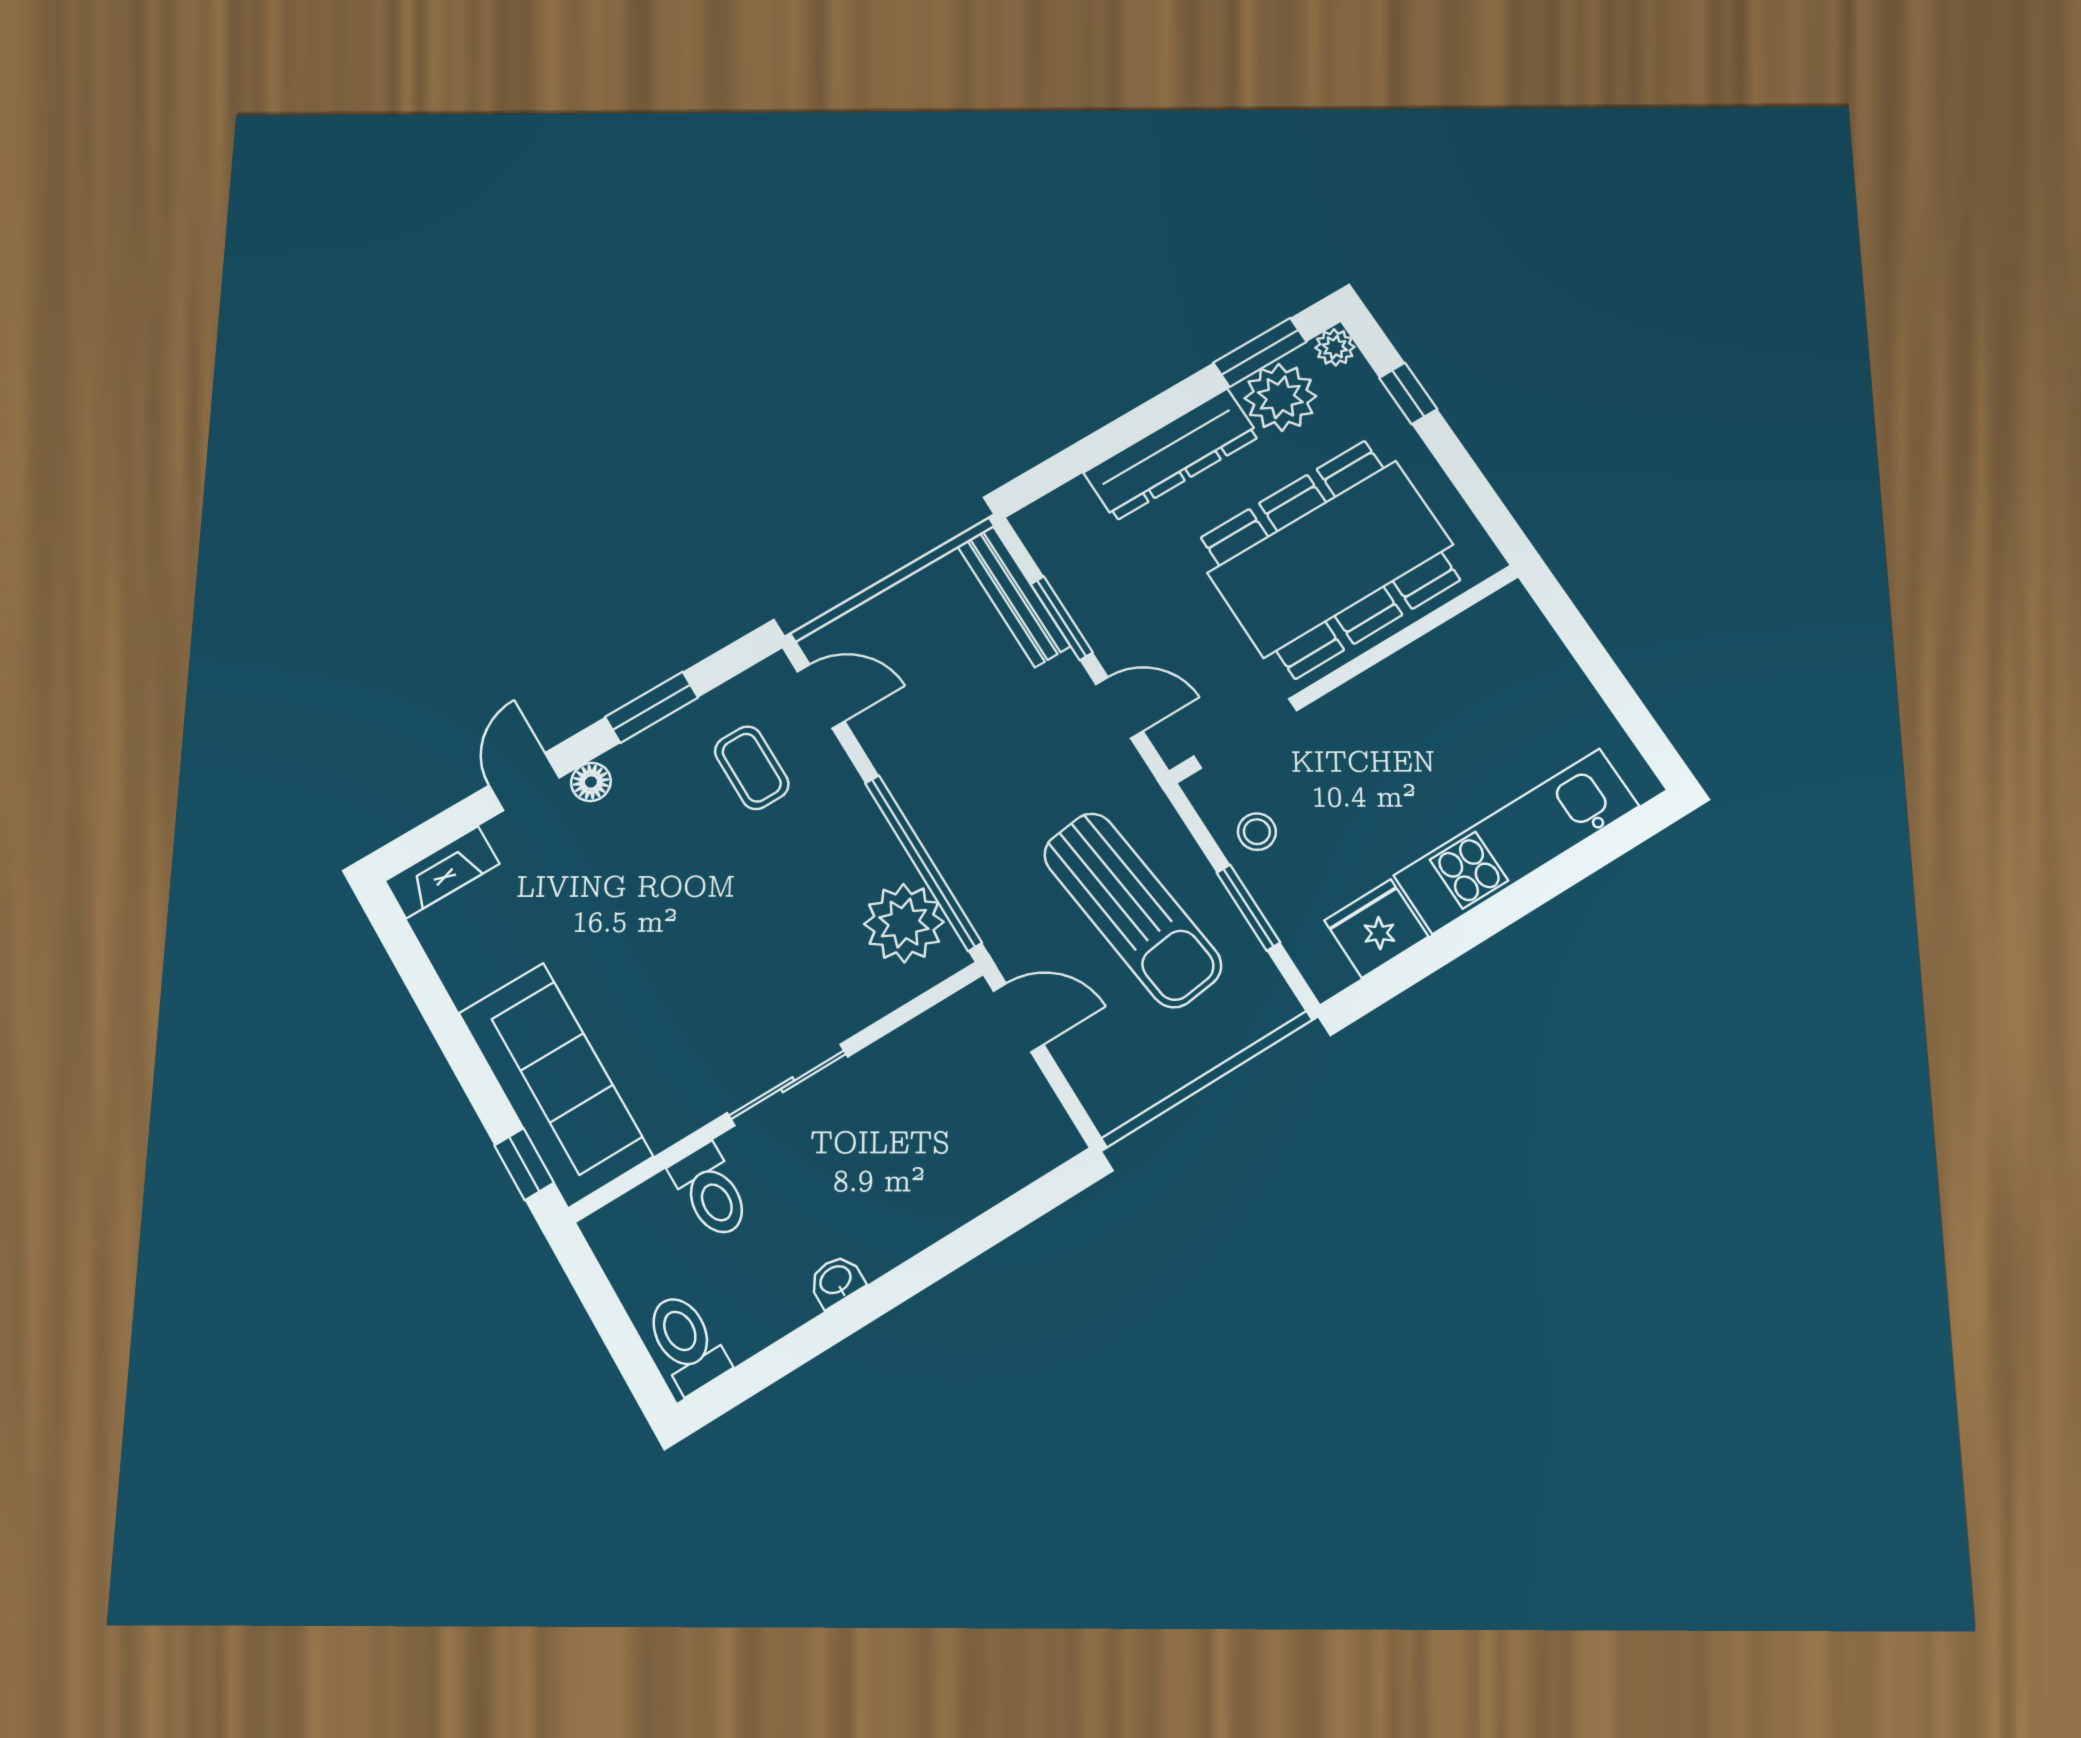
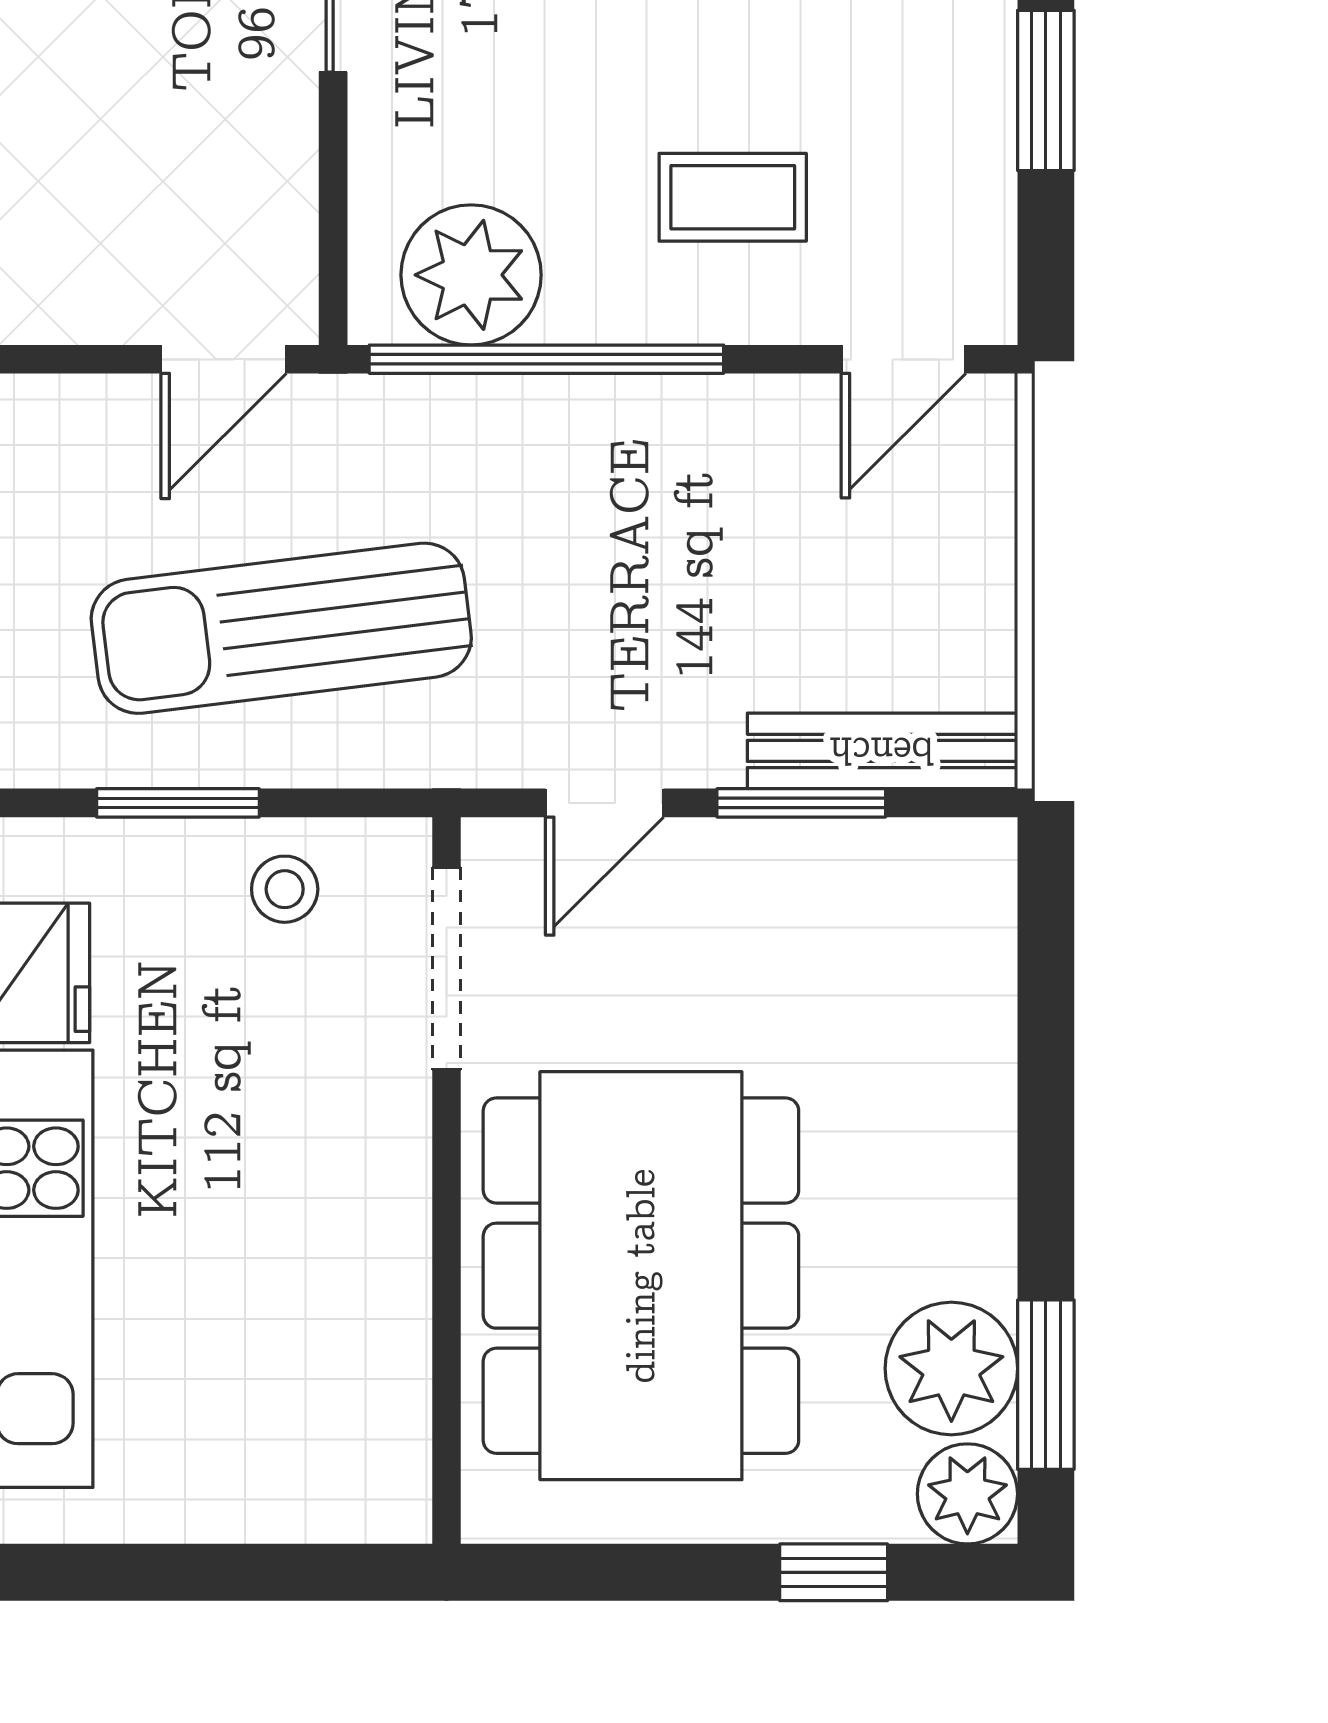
plant: (1335, 347) -> (967, 1494), width x1.38, depth x1.38
dresser: (1172, 455) -> (962, 1139), removed
coffee table: (752, 768) -> (733, 197), moved

